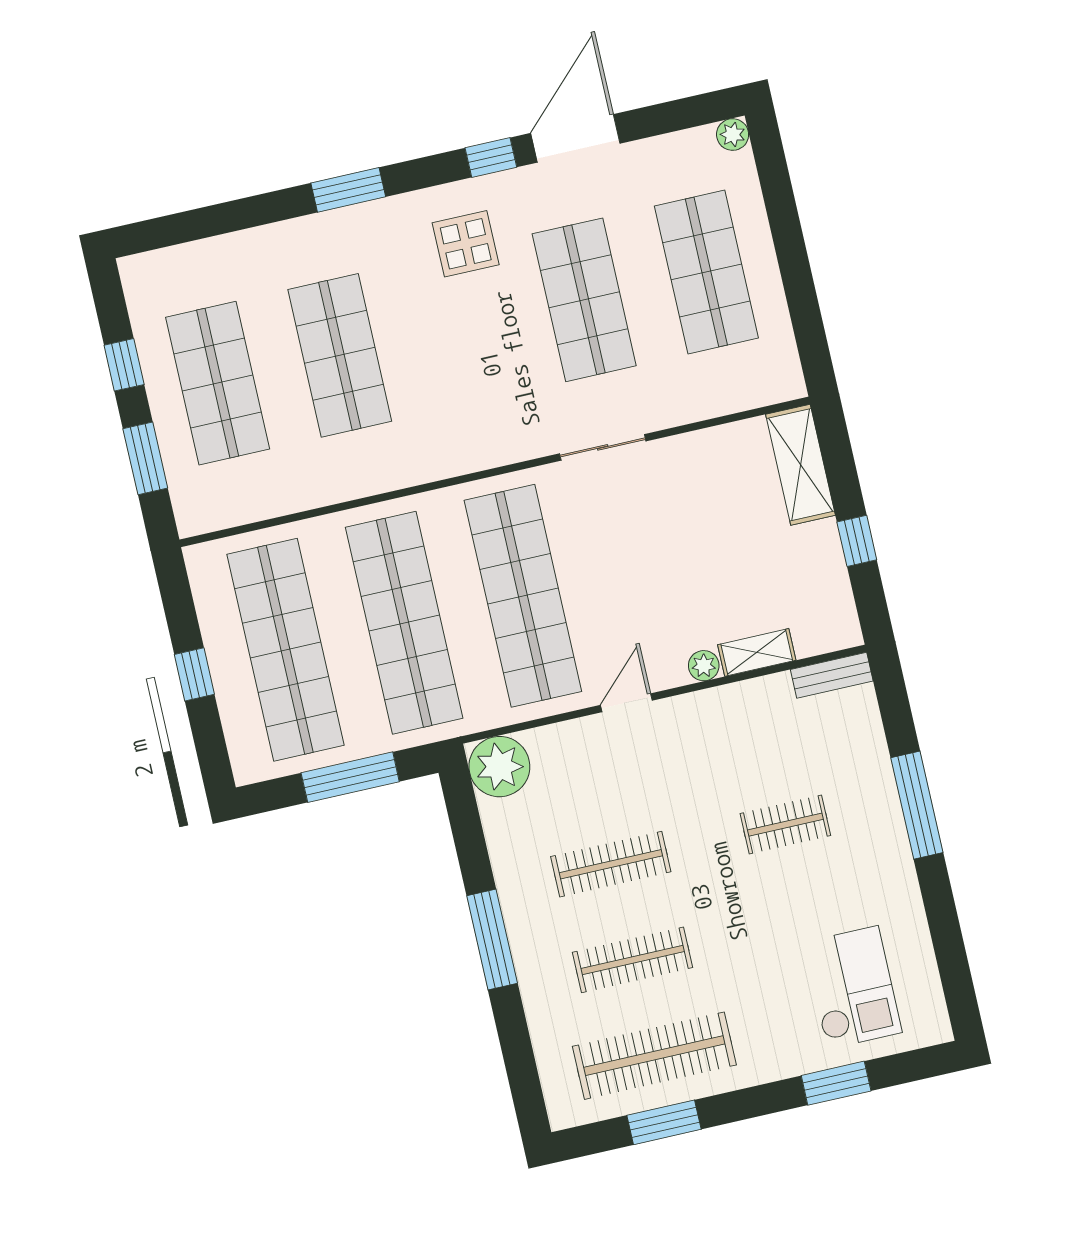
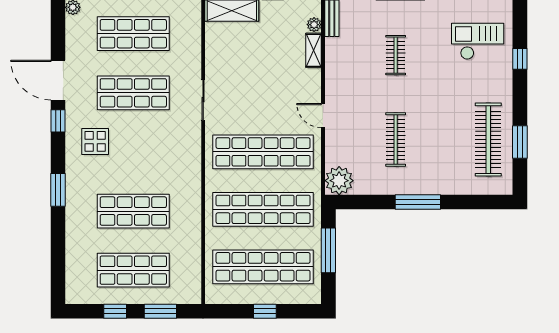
plant: (704, 666) -> (314, 25), moved
clothes rail: (633, 960) -> (442, 140), removed
window: (836, 1083) -> (520, 59), width x0.67

